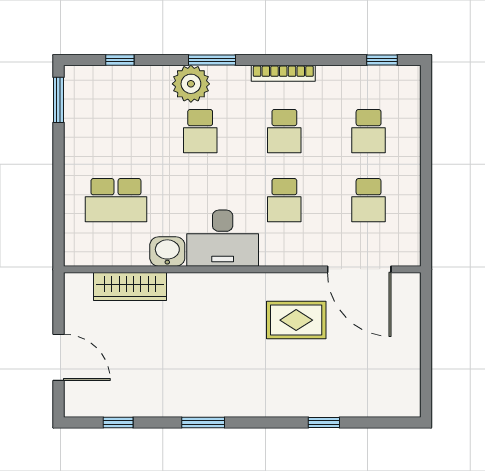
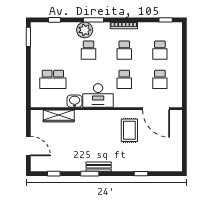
rug: (296, 320) -> (129, 130), turned 90
bench: (224, 406) -> (99, 167), added

